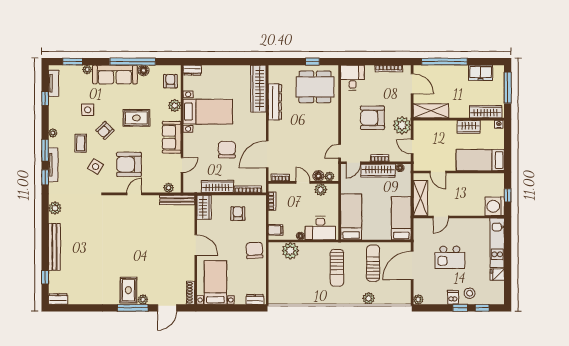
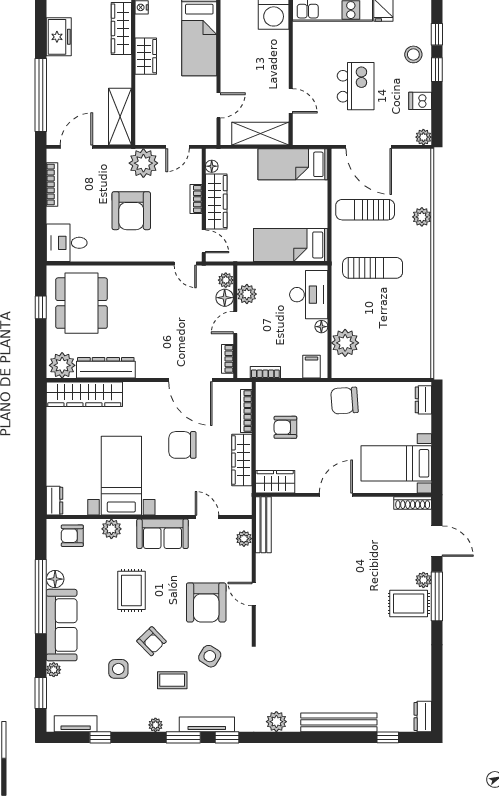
plant: (276, 75) -> (62, 365), added
dishwasher: (453, 297) -> (420, 101), moved

